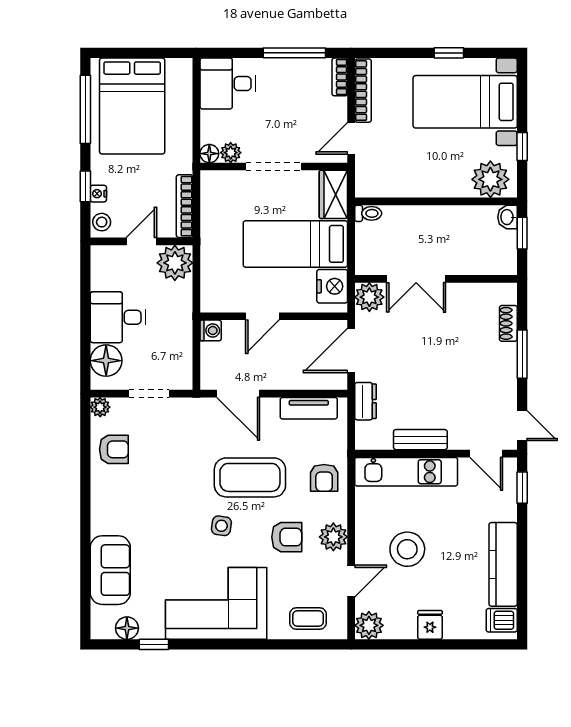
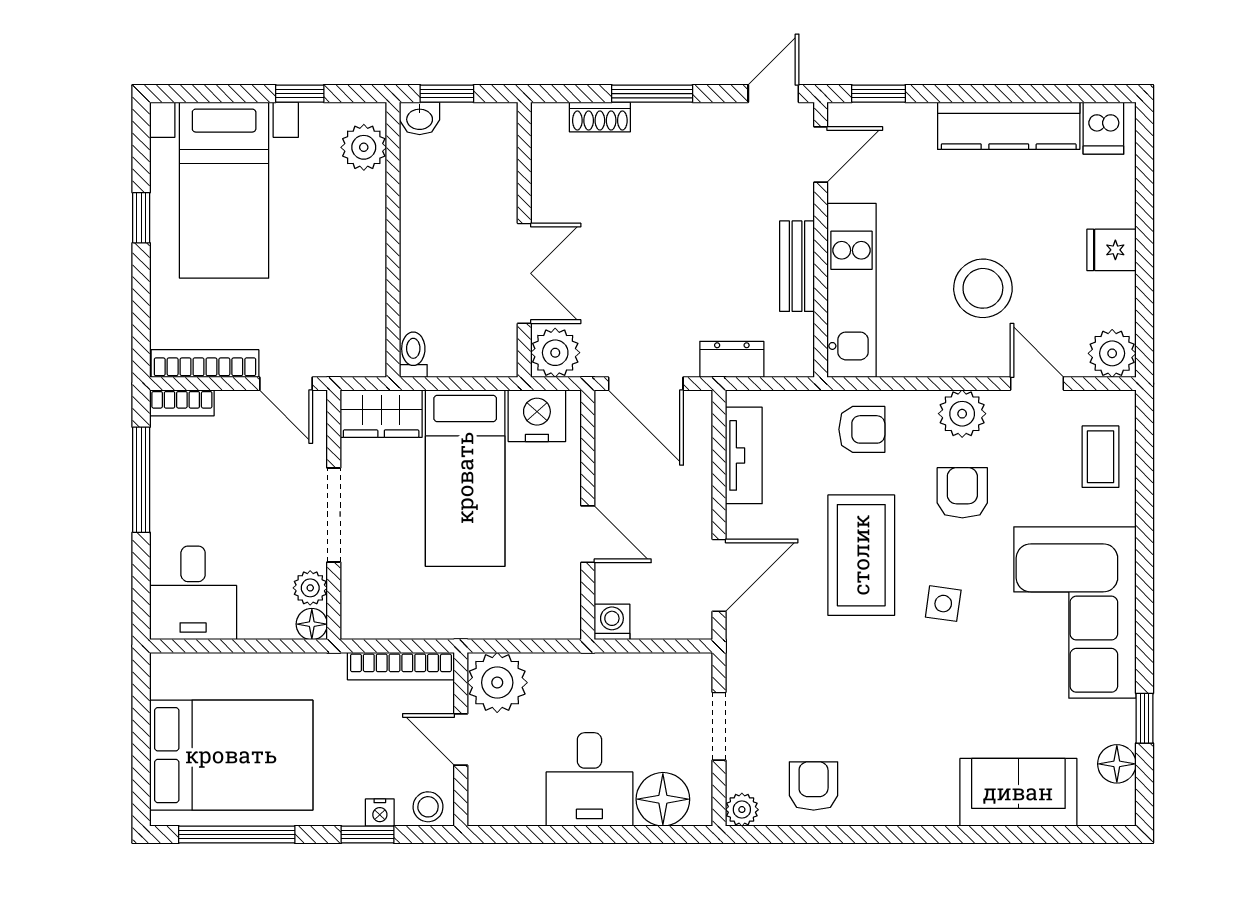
plant: (490, 179) -> (364, 147), width x0.73, depth x0.73

